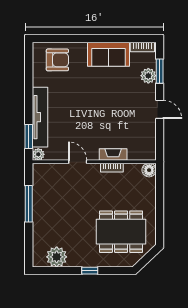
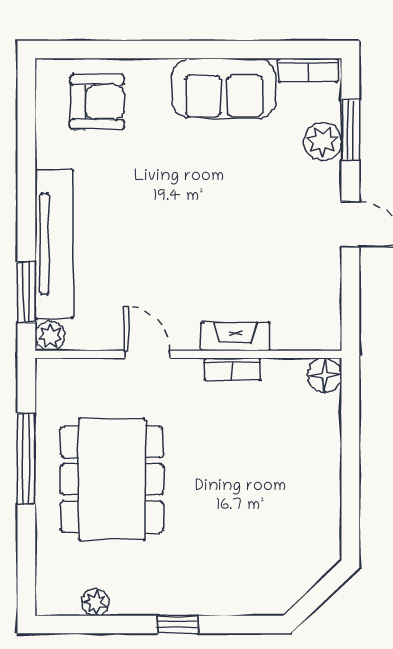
dining table: (121, 232) -> (112, 479), moved, turned 90
plant: (57, 257) -> (95, 602), width x0.53, depth x0.53

